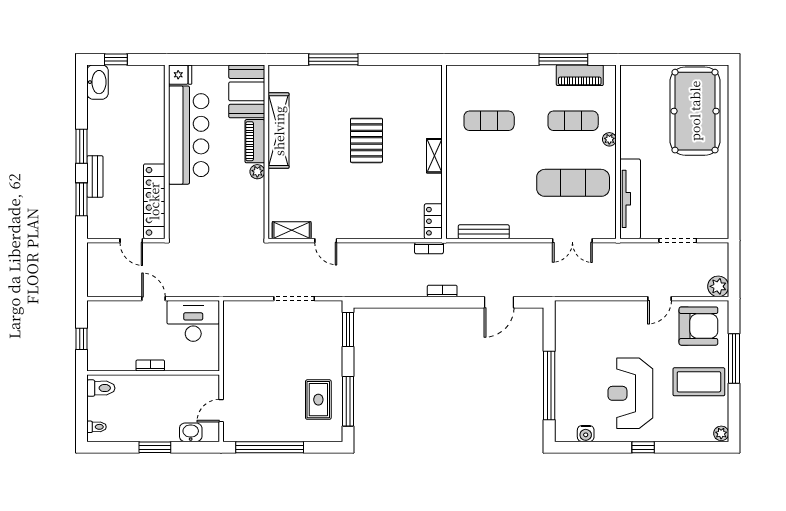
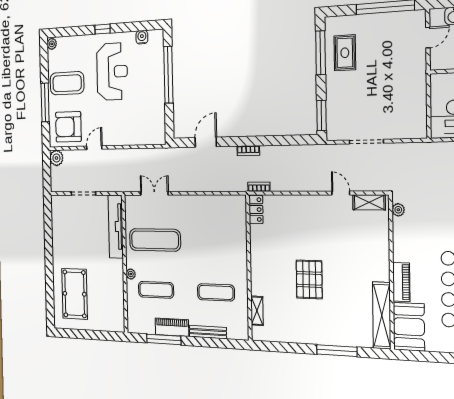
piano: (580, 75) -> (172, 327), moved
pool table: (695, 111) -> (75, 294), width x0.73, depth x0.76
shelving: (279, 131) -> (382, 315), moved
shelving: (434, 156) -> (257, 311), moved
plant: (257, 172) -> (398, 210), moved
bench: (484, 232) -> (208, 332), moved

